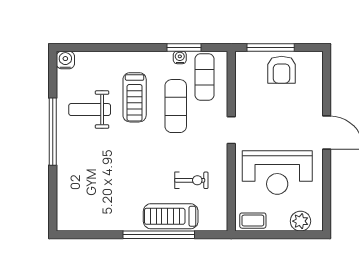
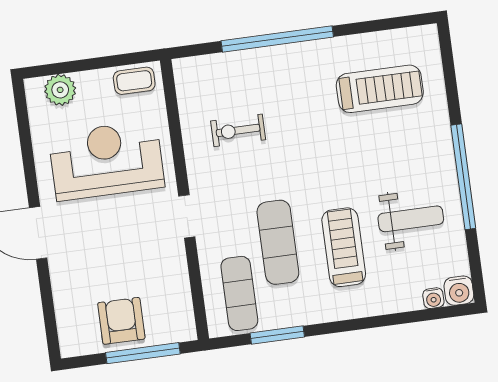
water cooler: (180, 57) -> (433, 298), moved
treadmill: (171, 216) -> (380, 89), moved

